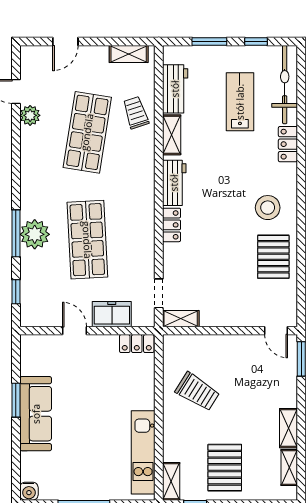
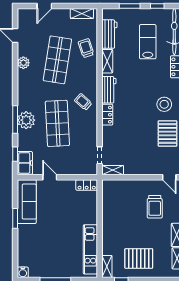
plant: (30, 115) -> (23, 63), moved
trolley: (131, 203) -> (83, 102), added
freezer: (112, 314) -> (25, 163), moved, turned 90
trolley: (197, 392) -> (155, 207), moved, turned 58
sofa: (36, 414) -> (27, 202), moved
pallet: (225, 468) -> (139, 258), turned 90

